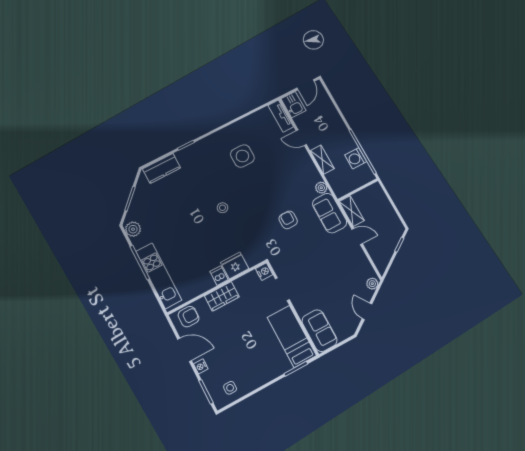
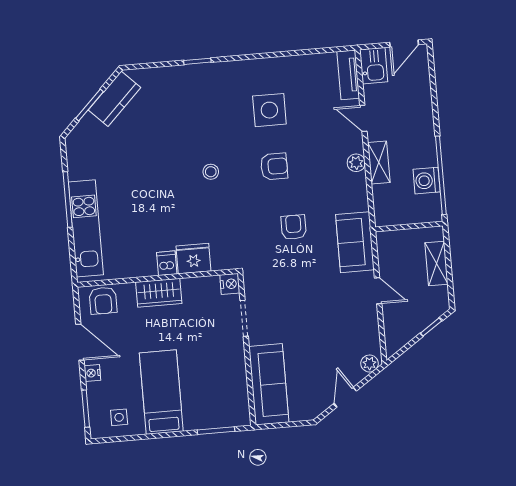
kitchen counter: (162, 168) -> (114, 99), moved, turned -45
armchair: (260, 188) -> (274, 166), added
plant: (321, 188) -> (356, 163), moved
shelving: (352, 211) -> (436, 263), moved
plant: (133, 229) -> (77, 150), removed
armchair: (189, 317) -> (103, 301), turned 90
sofa: (319, 331) -> (269, 384), width x1.36
bed: (292, 336) -> (161, 392), moved

